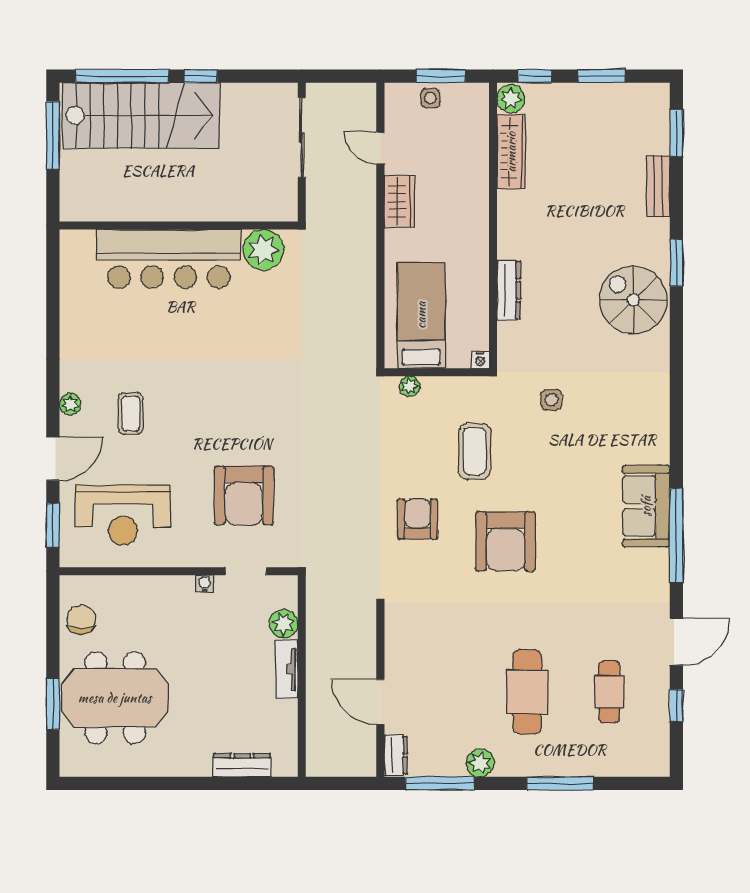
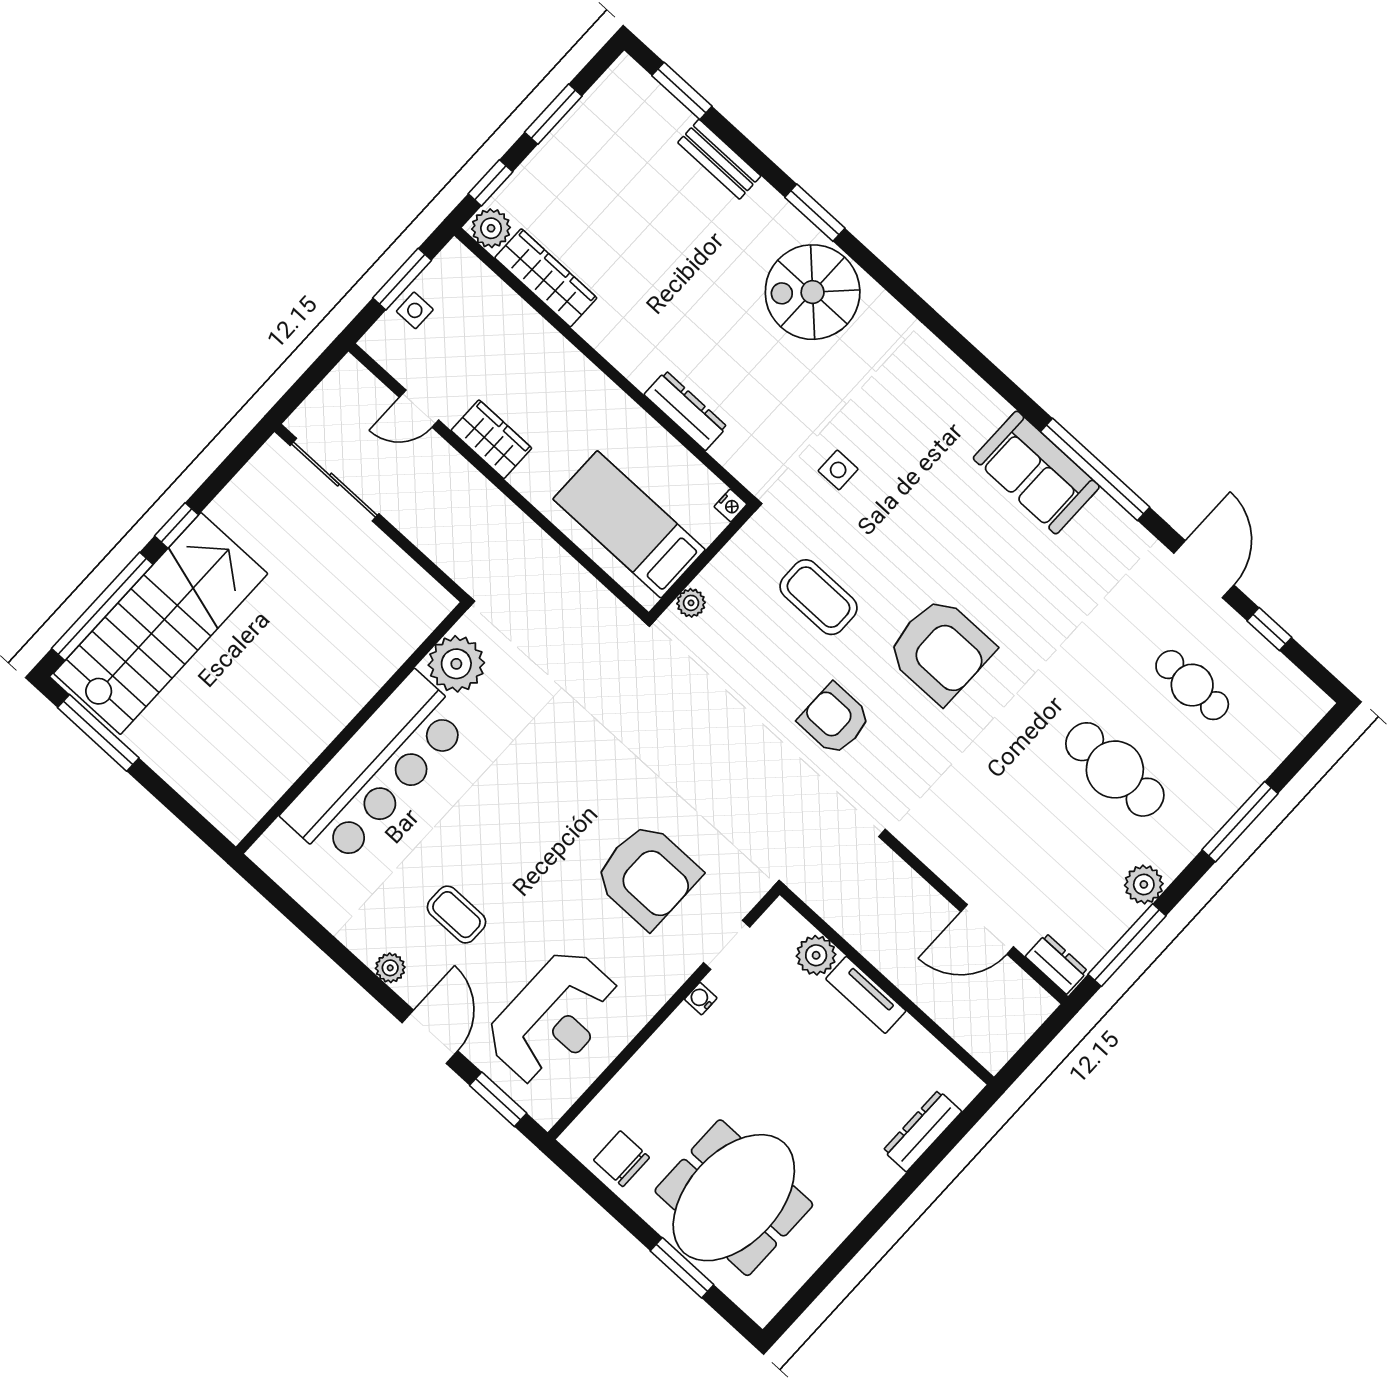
wall: (179, 225) -> (352, 728), moved
plant: (263, 250) -> (456, 664), moved
bar counter: (169, 259) -> (377, 769), moved

